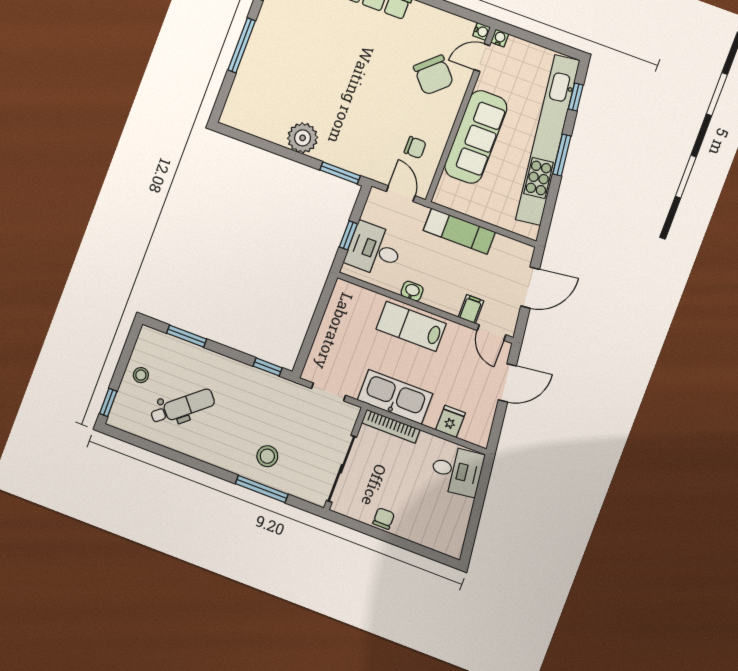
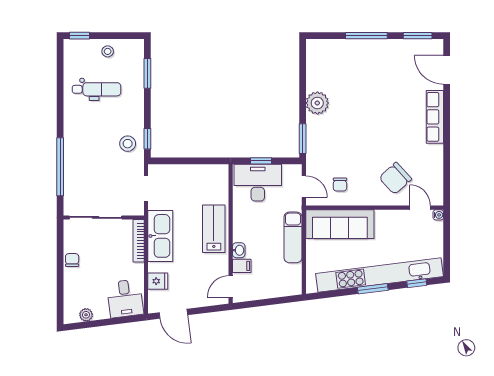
water cooler: (482, 31) -> (438, 201), removed
sofa: (476, 137) -> (340, 224), moved
door: (401, 194) -> (304, 187), hinge flipped
desk: (374, 250) -> (258, 183), width x1.37
door: (530, 288) -> (272, 301), removed
washbasin: (412, 291) -> (239, 250), moved
door: (507, 383) -> (173, 314), moved
dental chair: (183, 407) -> (97, 89), turned -50
stool: (267, 456) -> (128, 144), moved
window: (262, 489) -> (60, 167), width x1.46
chair: (384, 519) -> (72, 260), turned -90
plant: (459, 527) -> (86, 315), added

